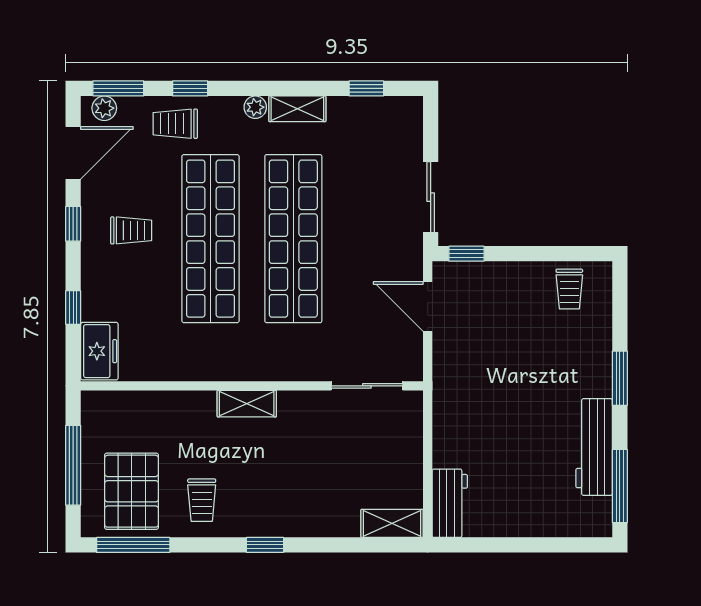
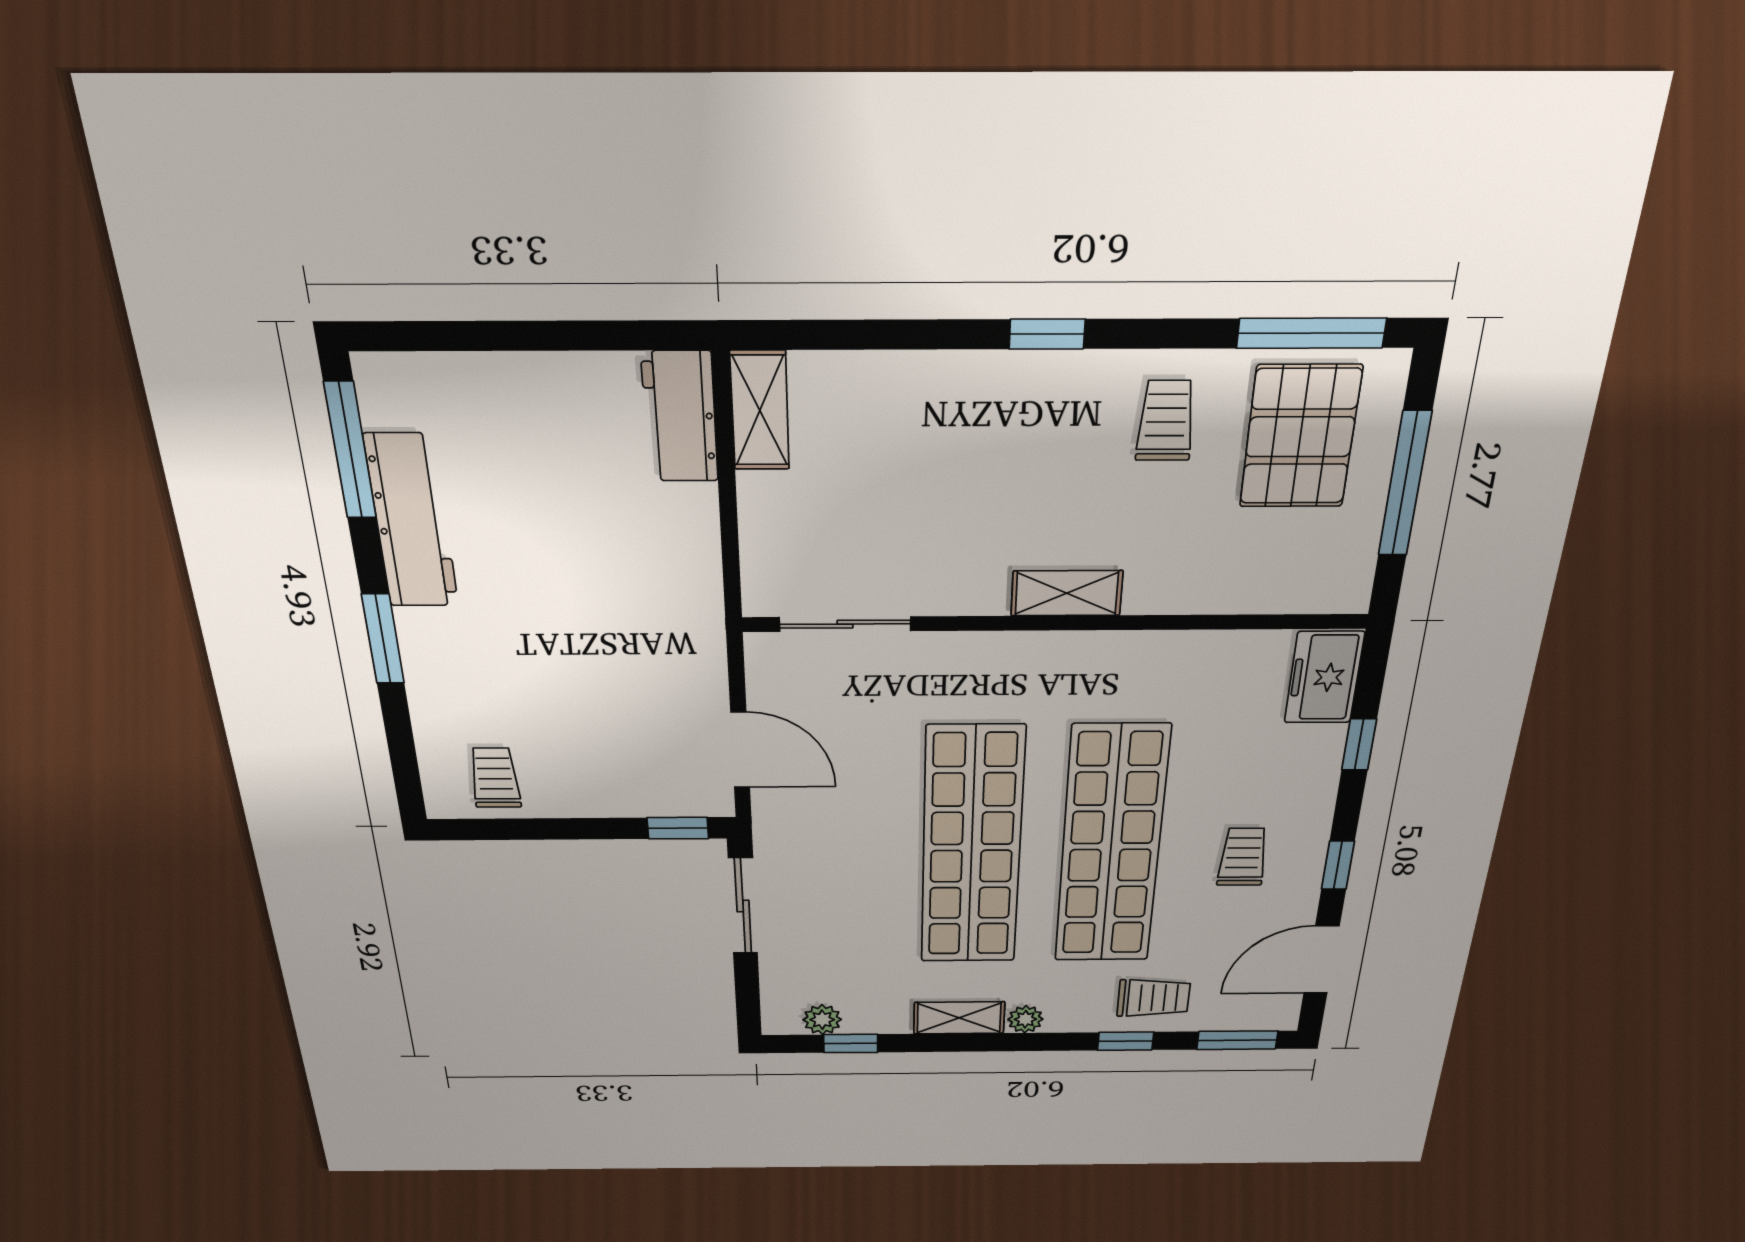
plant: (104, 108) -> (822, 1020), moved
trolley: (131, 230) -> (1243, 857), turned 90
shelving: (392, 523) -> (760, 411), moved, turned 90

